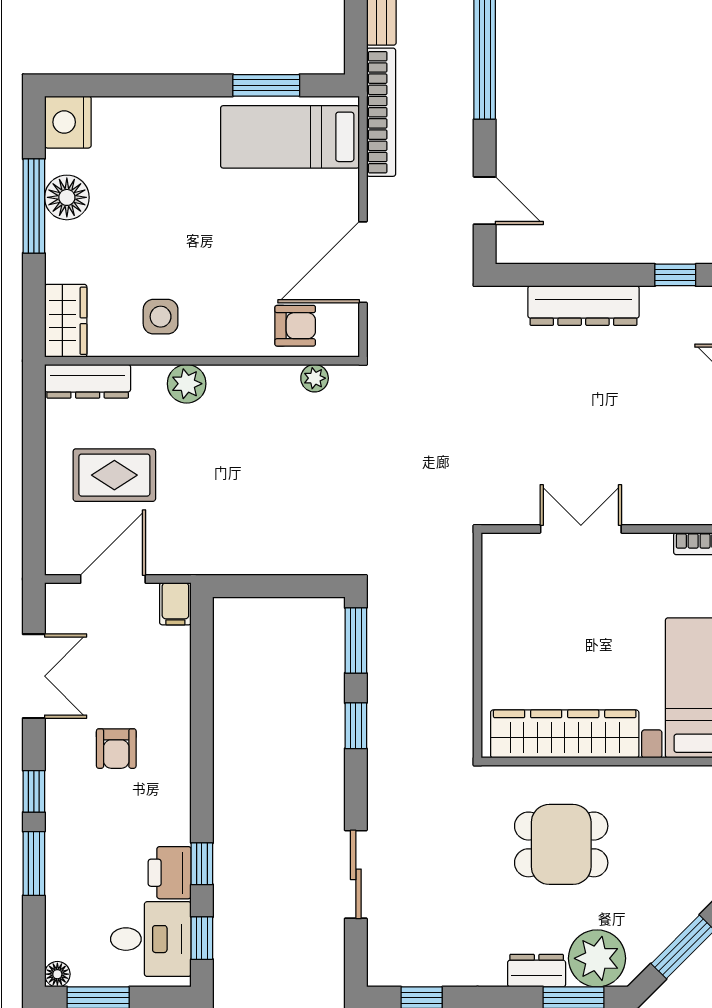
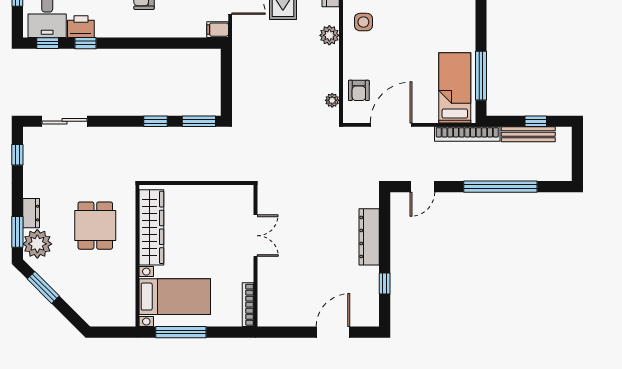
window: (266, 85) -> (481, 76), width x1.44
door: (363, 262) -> (391, 125), hinge flipped
sliding door: (356, 874) -> (65, 121), moved

